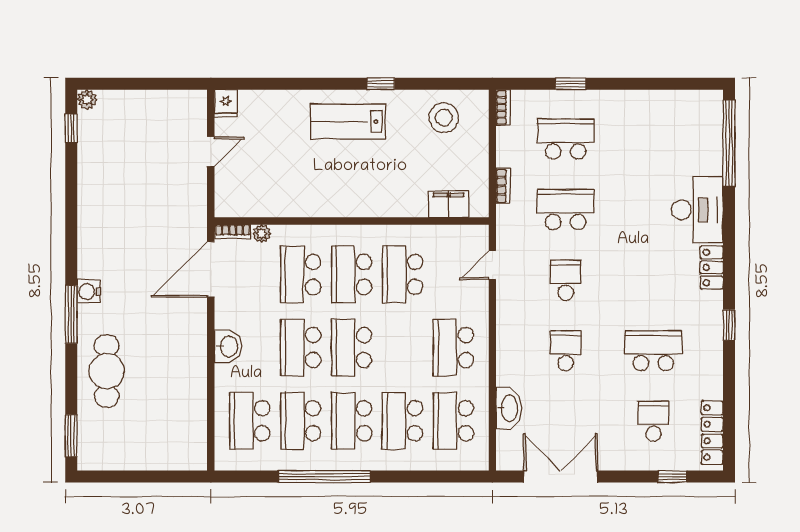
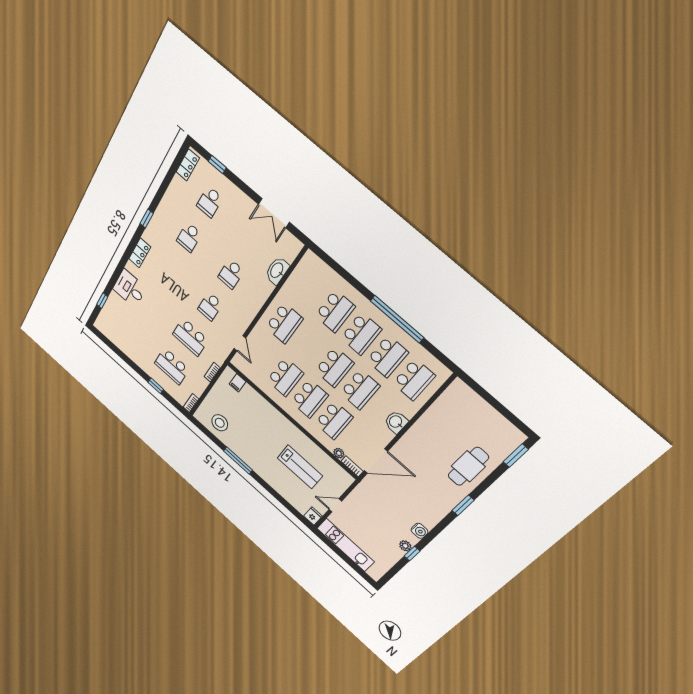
window: (381, 84) -> (238, 460), width x2.17
plant: (87, 100) -> (405, 546), moved
kitchen unit: (155, 104) -> (346, 545), added
lab bench: (348, 122) -> (300, 467), moved
window: (71, 128) -> (412, 554), moved
window: (729, 143) -> (102, 301), width x0.32
filing cabinet: (448, 204) -> (238, 383), width x0.50
desk: (697, 210) -> (130, 288), width x0.73
door: (492, 265) -> (240, 343), hinge flipped
water cooler: (89, 291) -> (419, 531), moved
window: (71, 314) -> (463, 505), width x0.69
school desk: (653, 351) -> (189, 237), width x0.54
school desk: (453, 421) -> (309, 289), removed
locker: (712, 433) -> (188, 165), width x0.66
double door: (561, 477) -> (274, 213), width x0.73

